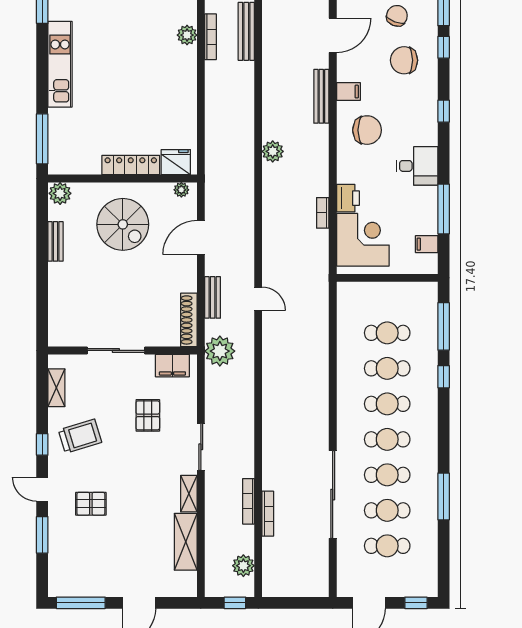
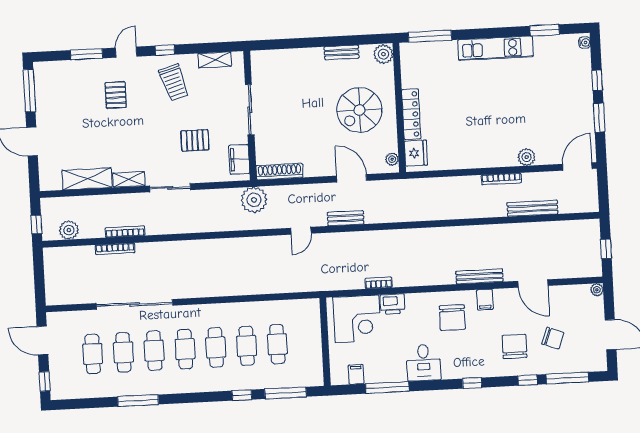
bookcase: (210, 37) -> (501, 179), moved
plant: (273, 151) -> (430, 237), removed
bench: (213, 297) -> (346, 218), moved

